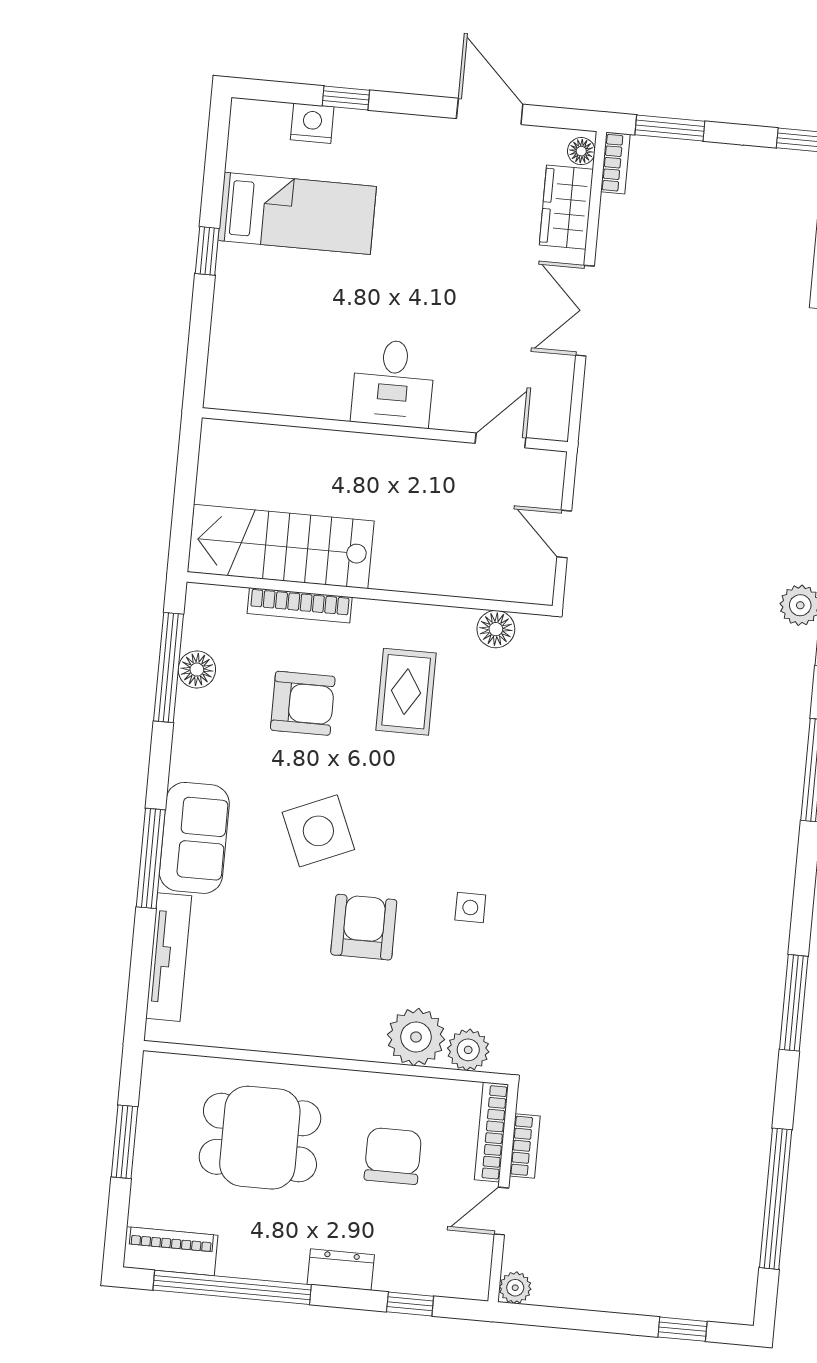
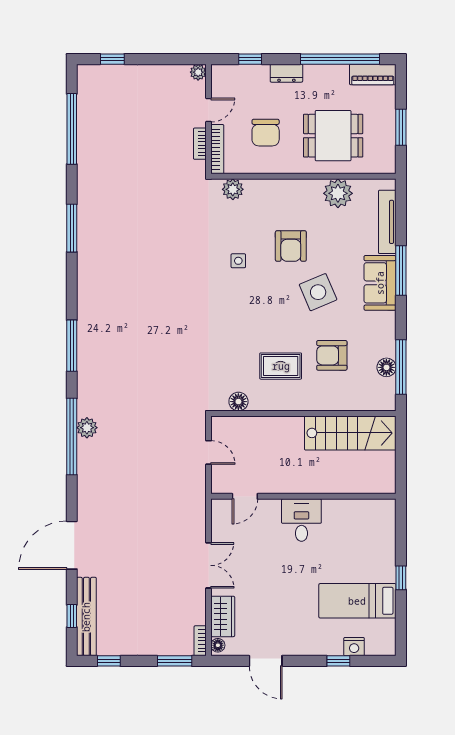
bookcase: (300, 605) -> (338, 404), removed
rug: (406, 692) -> (281, 366), turned 90
plant: (416, 1037) -> (338, 193), moved

